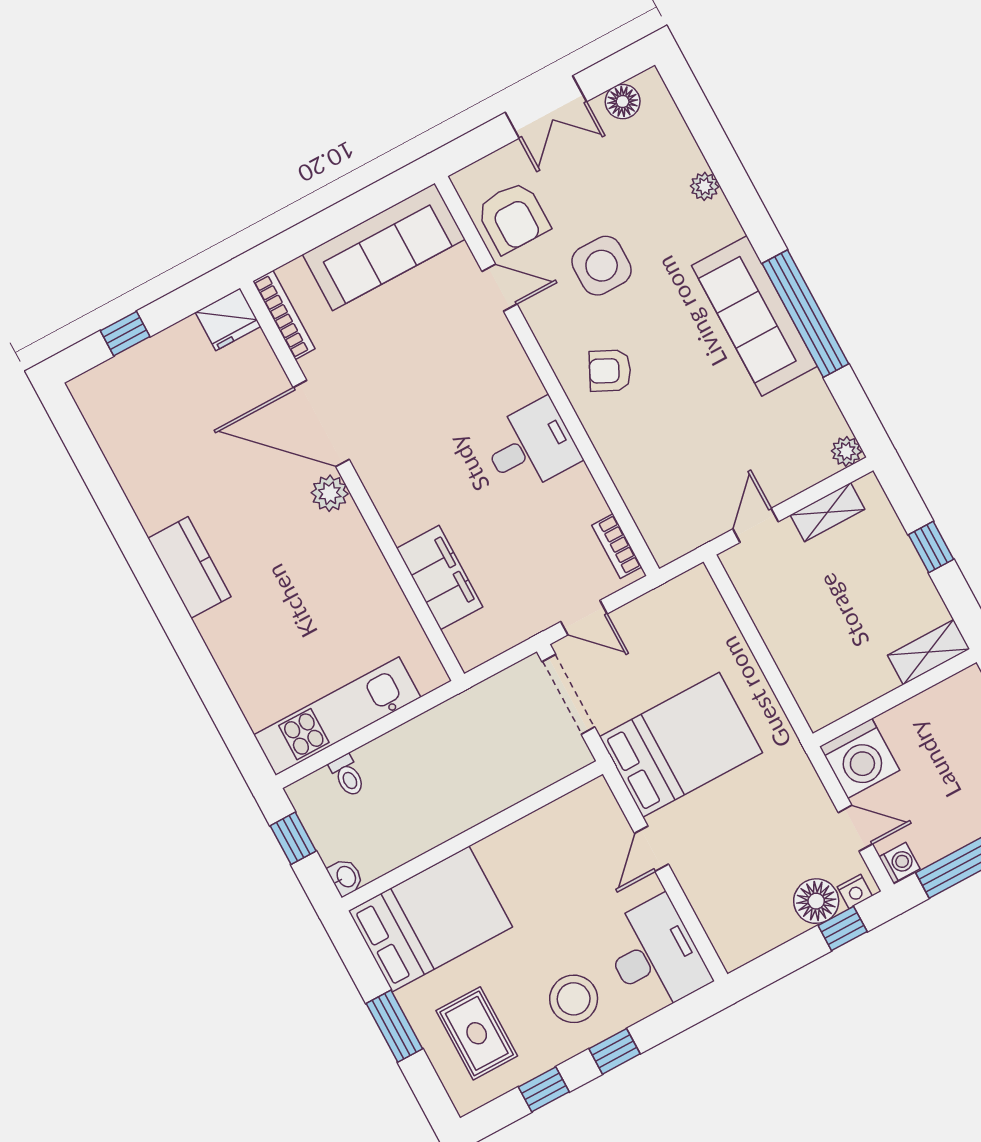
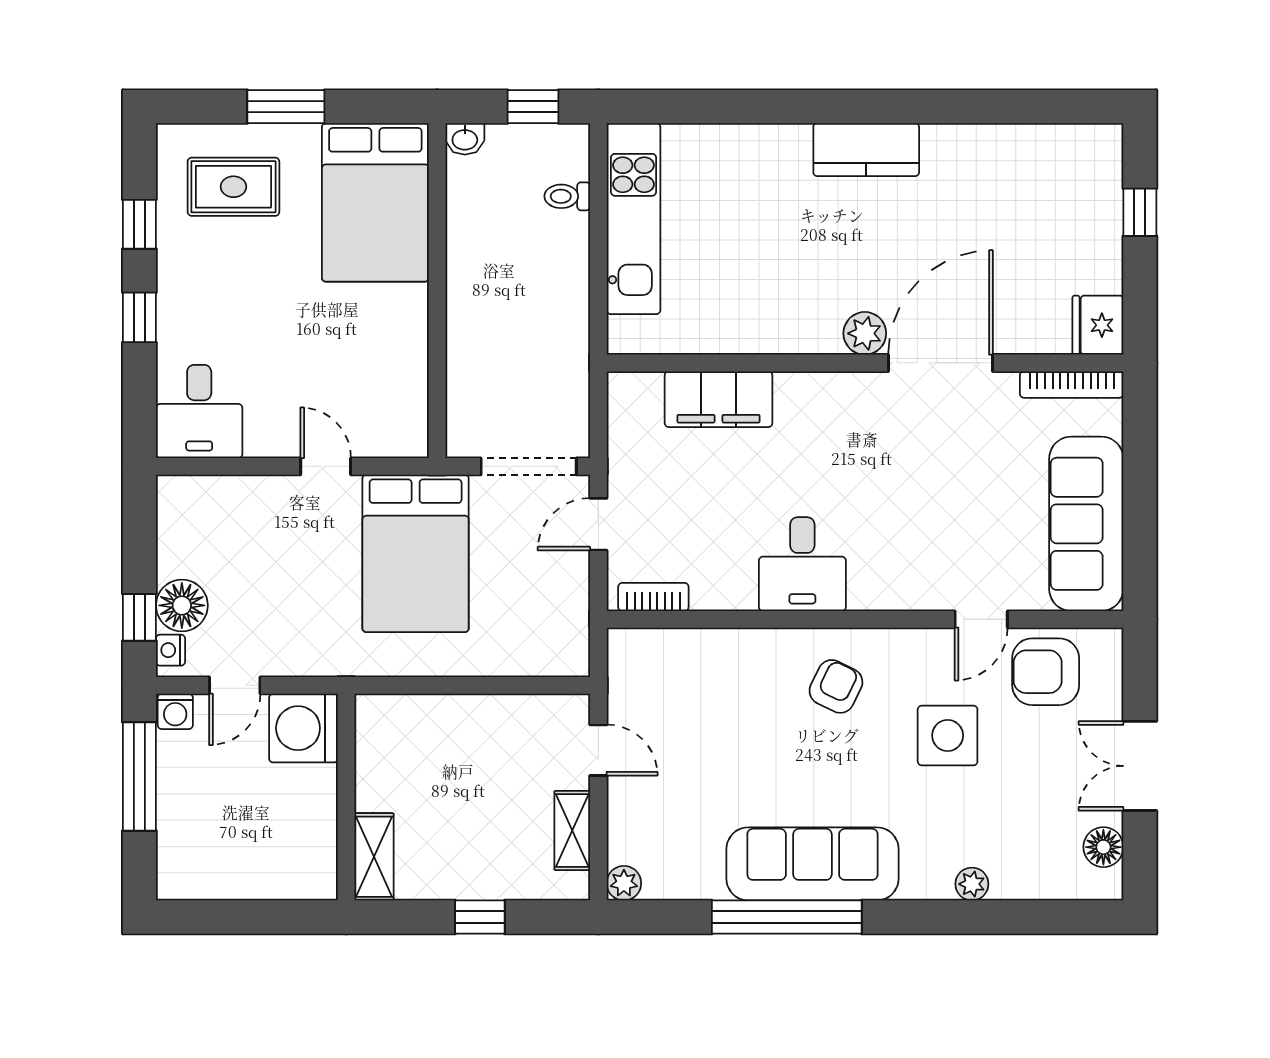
desk: (655, 955) -> (199, 411), width x0.73
stool: (574, 999) -> (215, 304), removed

